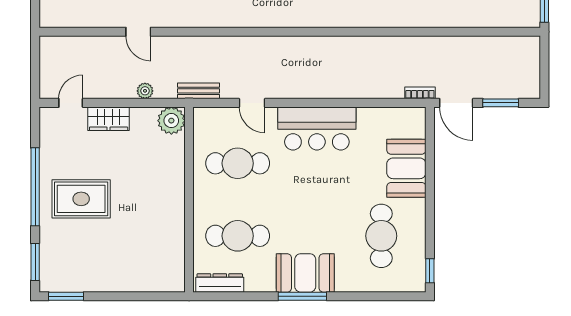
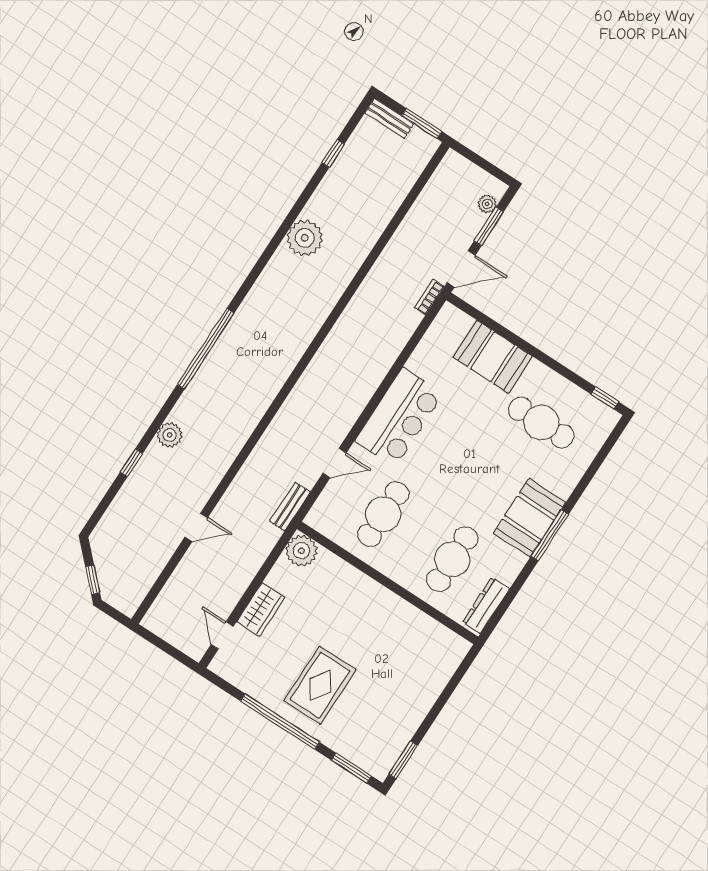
plant: (145, 91) -> (487, 204), moved

